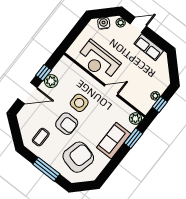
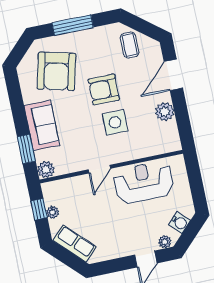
row of seats: (149, 47) -> (75, 244), moved, turned 45
window: (44, 73) -> (181, 111), removed
coffee table: (41, 137) -> (130, 45), moved

